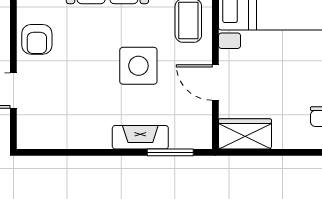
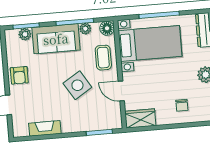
side table: (138, 66) -> (77, 85), turned -32
fireplace: (140, 137) -> (45, 128), moved

